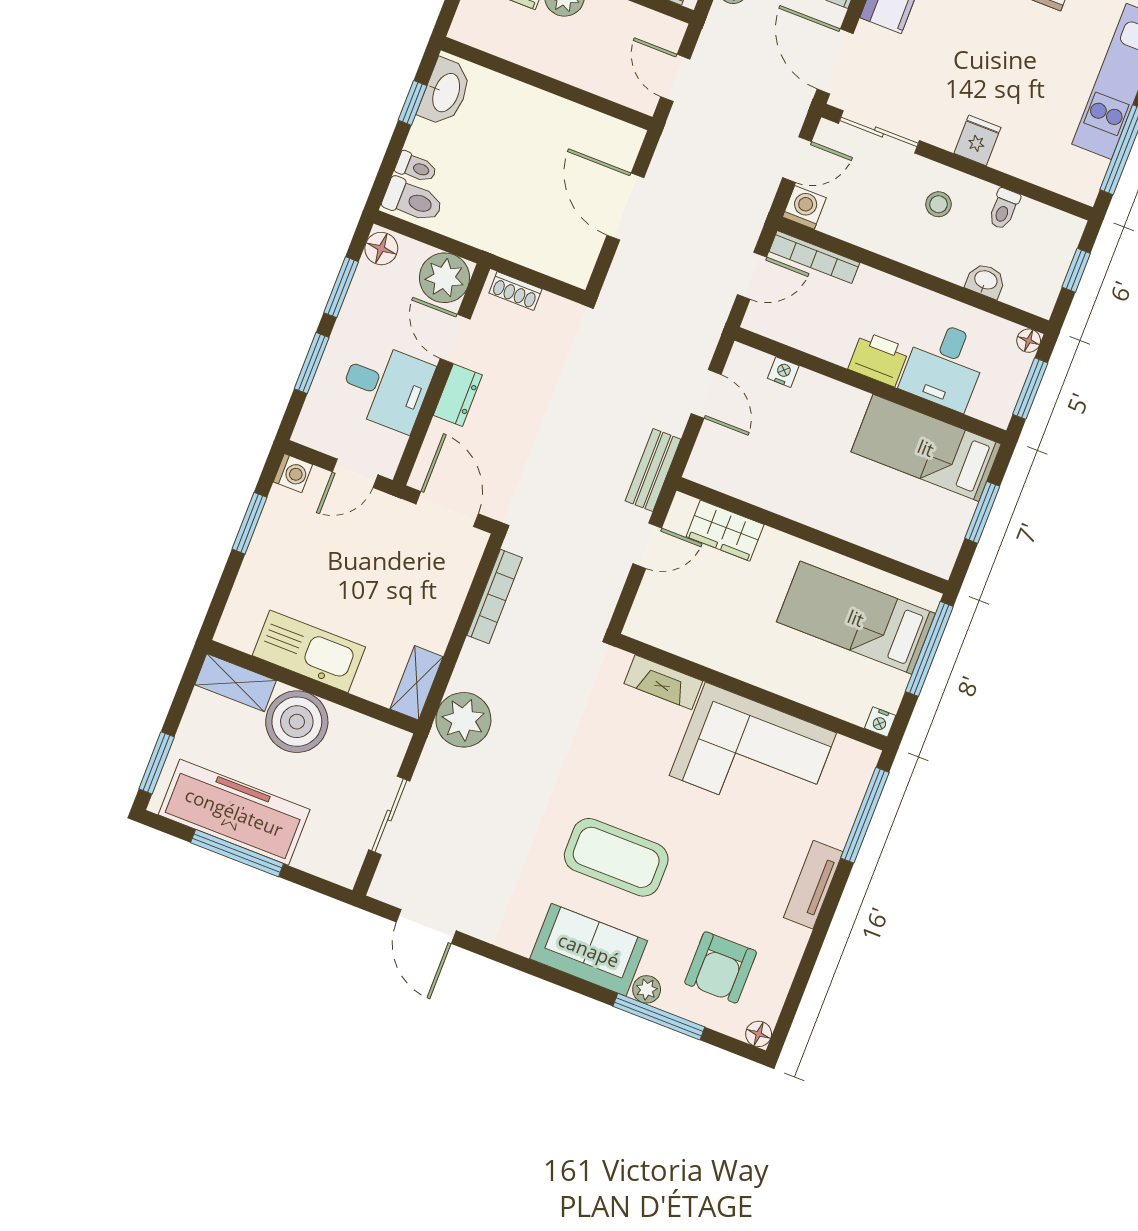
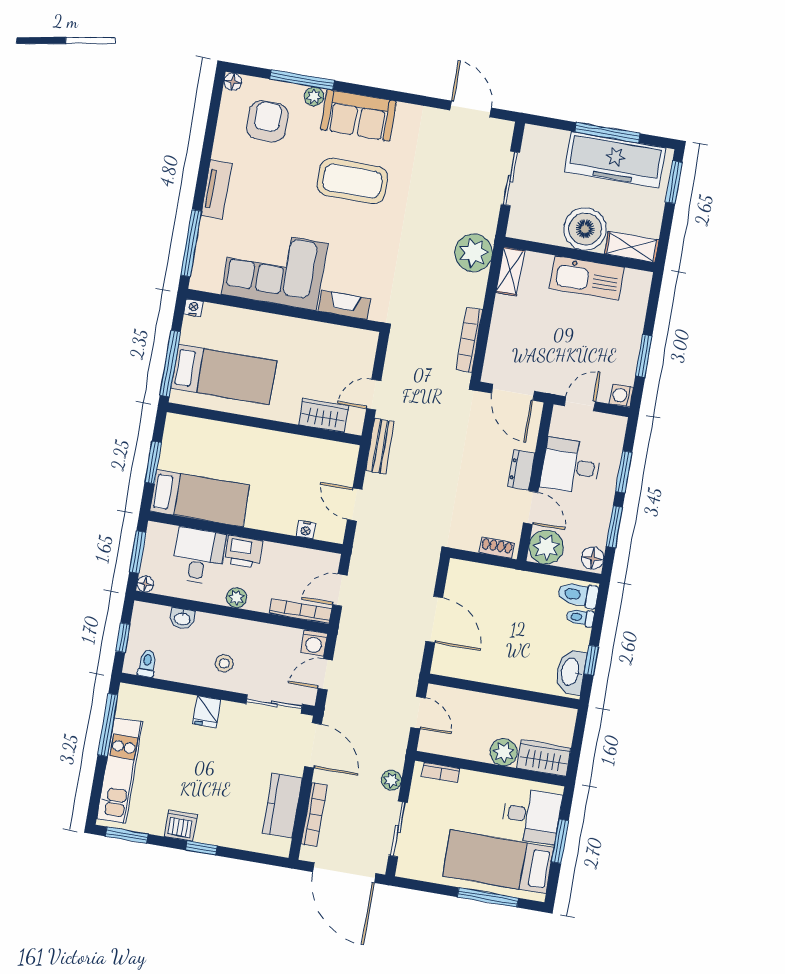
toilet: (1004, 209) -> (147, 664), moved
plant: (902, 295) -> (236, 598), added

